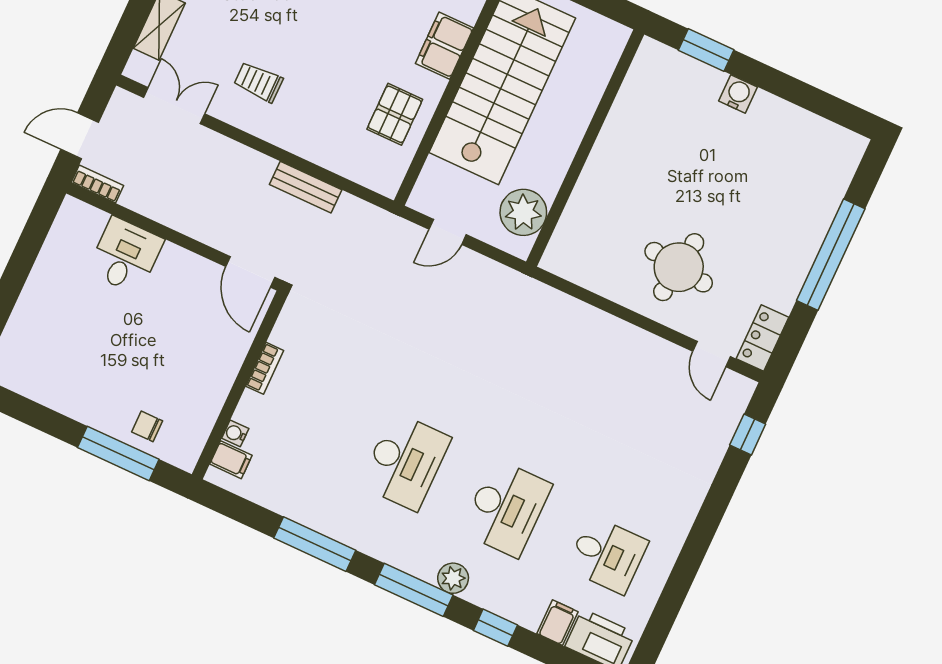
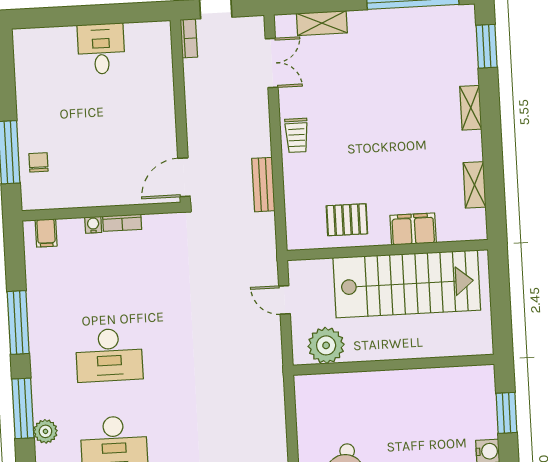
trolley: (258, 82) -> (297, 135), moved, turned 180
desk: (126, 256) -> (101, 49), moved, turned -90
water cooler: (235, 433) -> (93, 225), moved

